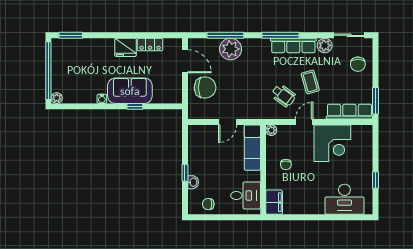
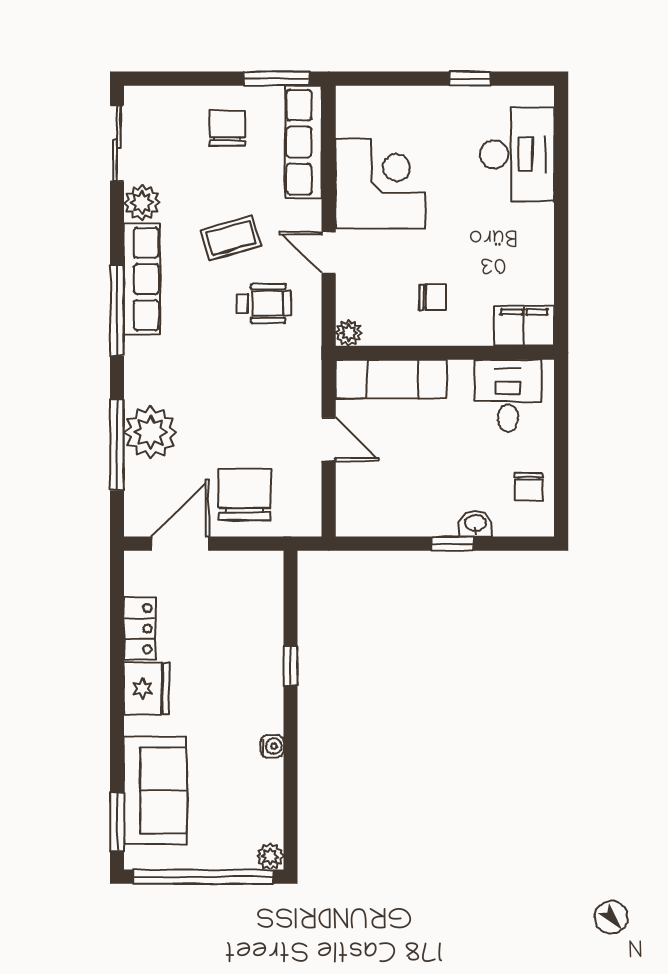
chair: (358, 64) -> (227, 128), moved, turned -90
sofa: (130, 91) -> (155, 790), moved, turned 180
wheelchair: (283, 95) -> (264, 303), turned 54

